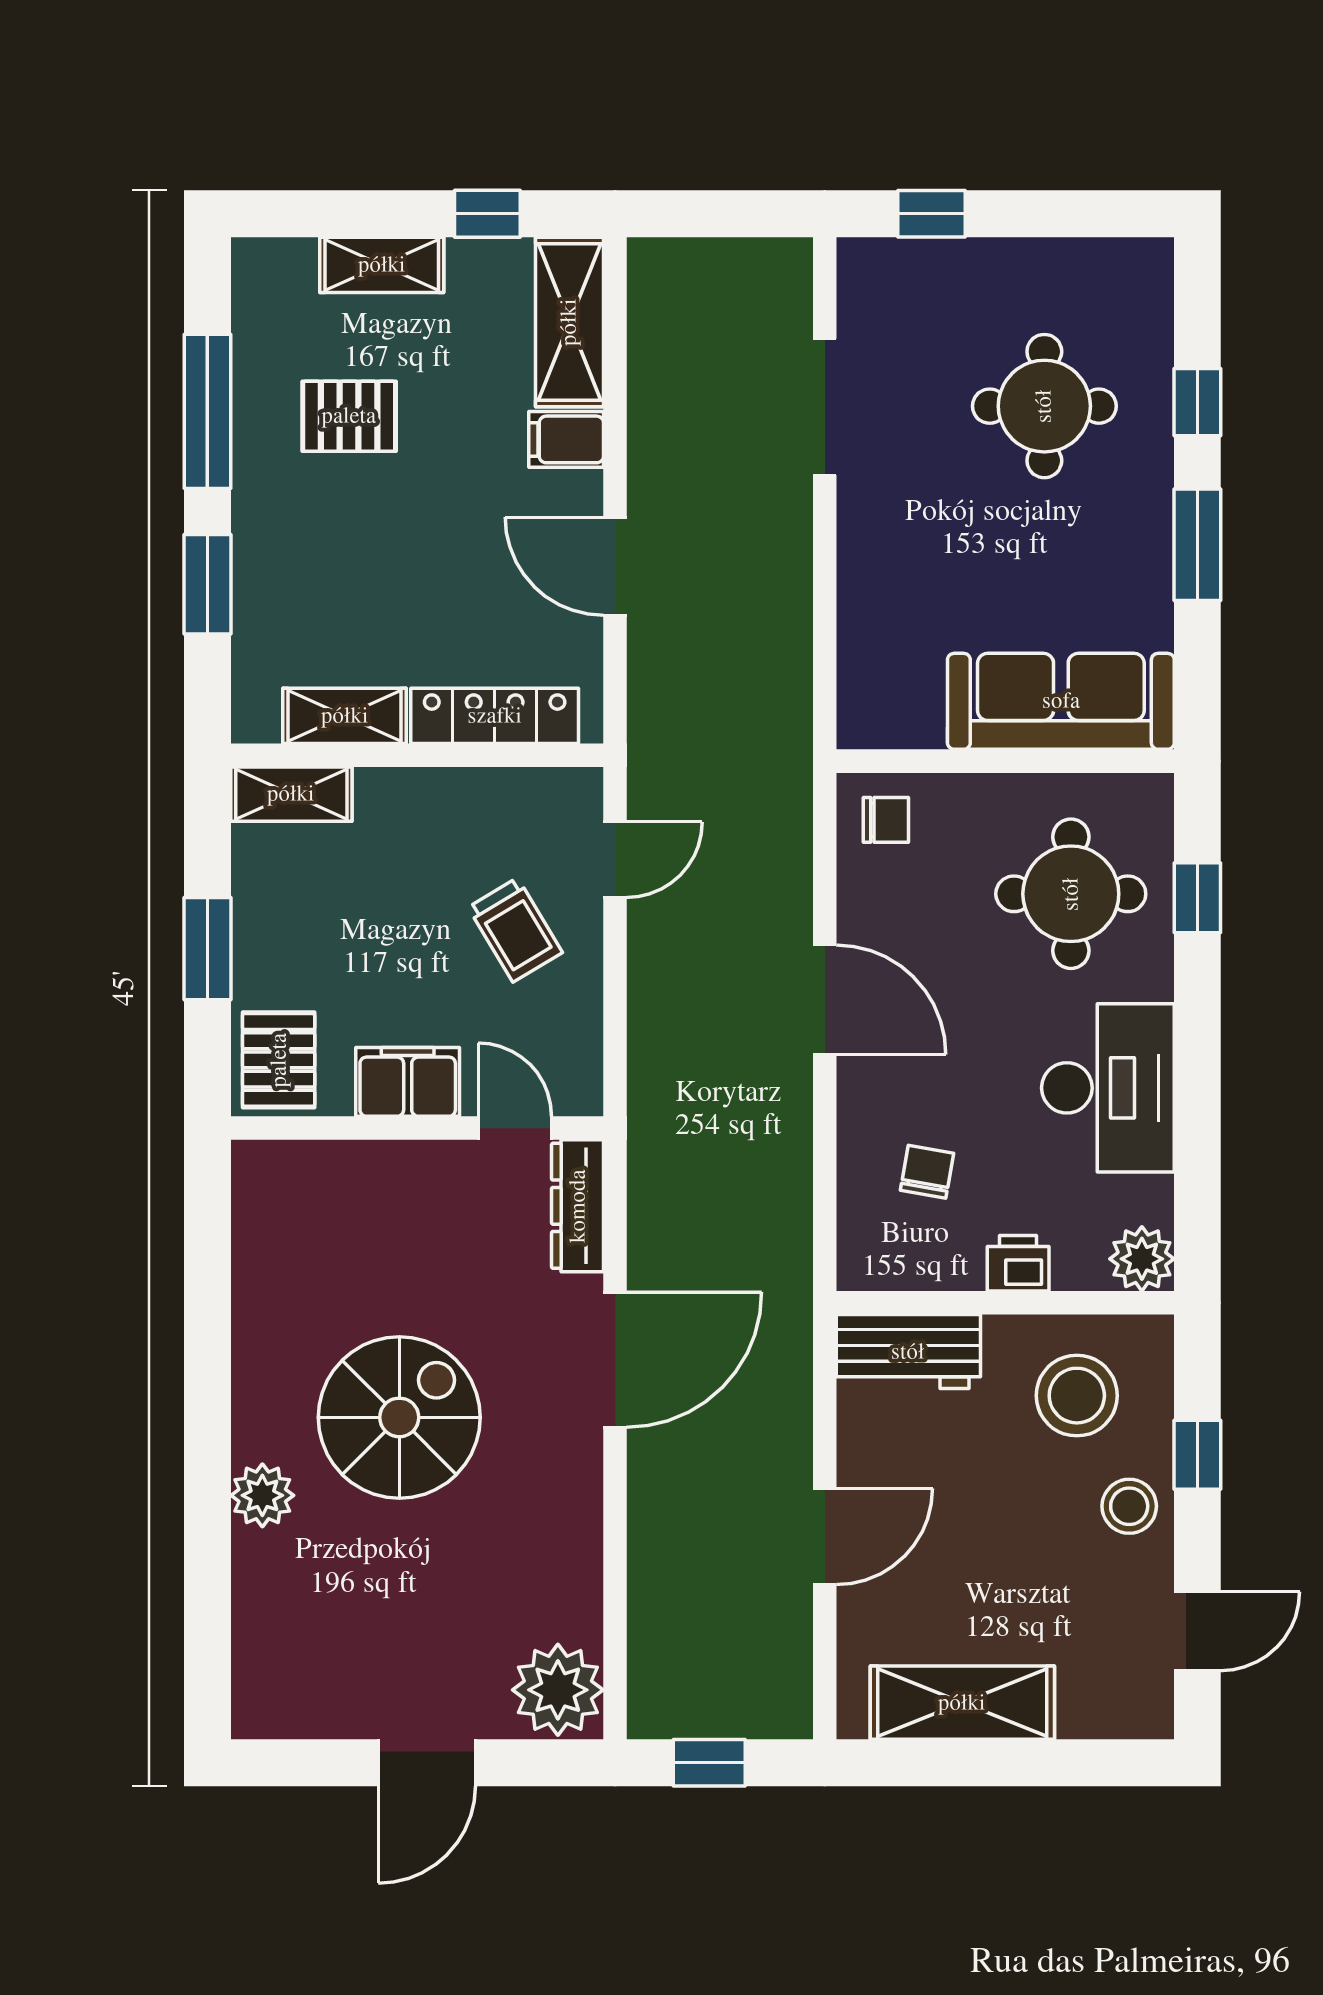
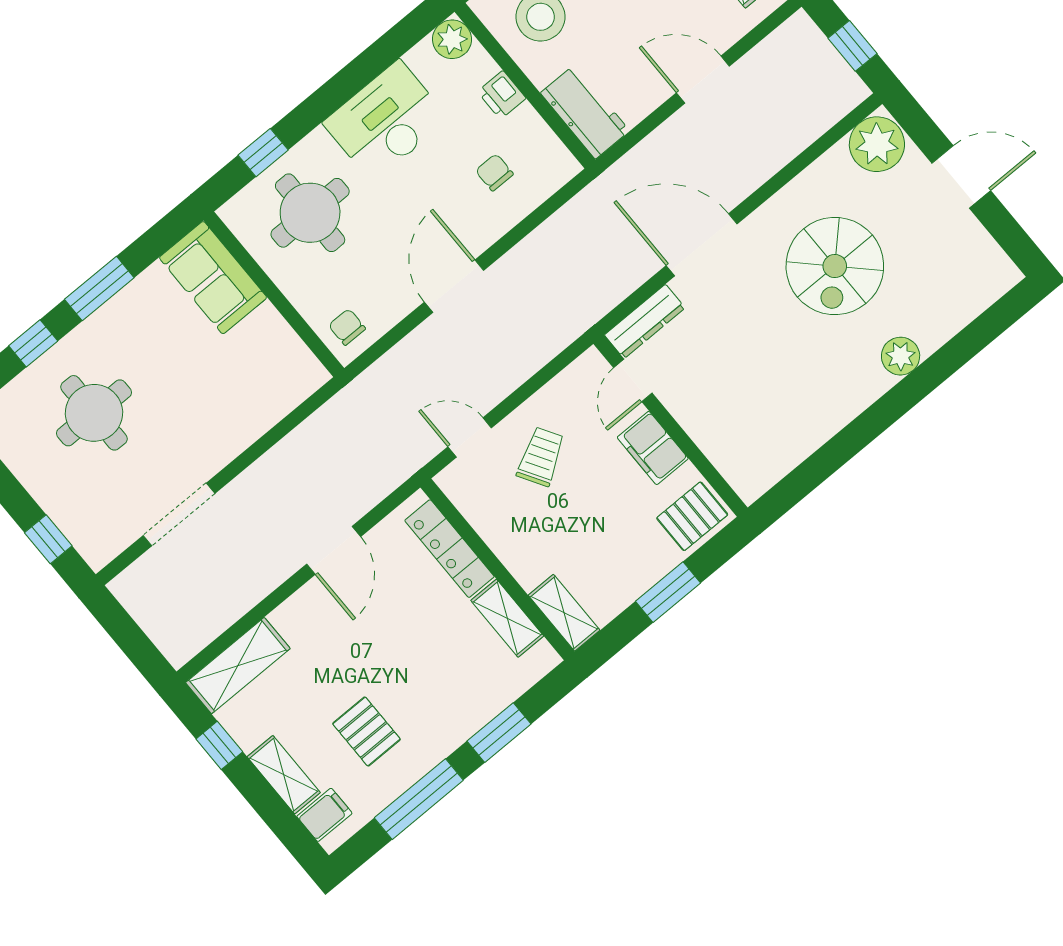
filing cabinet: (566, 439) -> (324, 815), moved, turned -90
sofa: (1061, 701) -> (213, 278), width x0.73
chair: (927, 1172) -> (494, 172), turned 80
spiral stairs: (399, 1417) -> (835, 266), moved, turned -90

